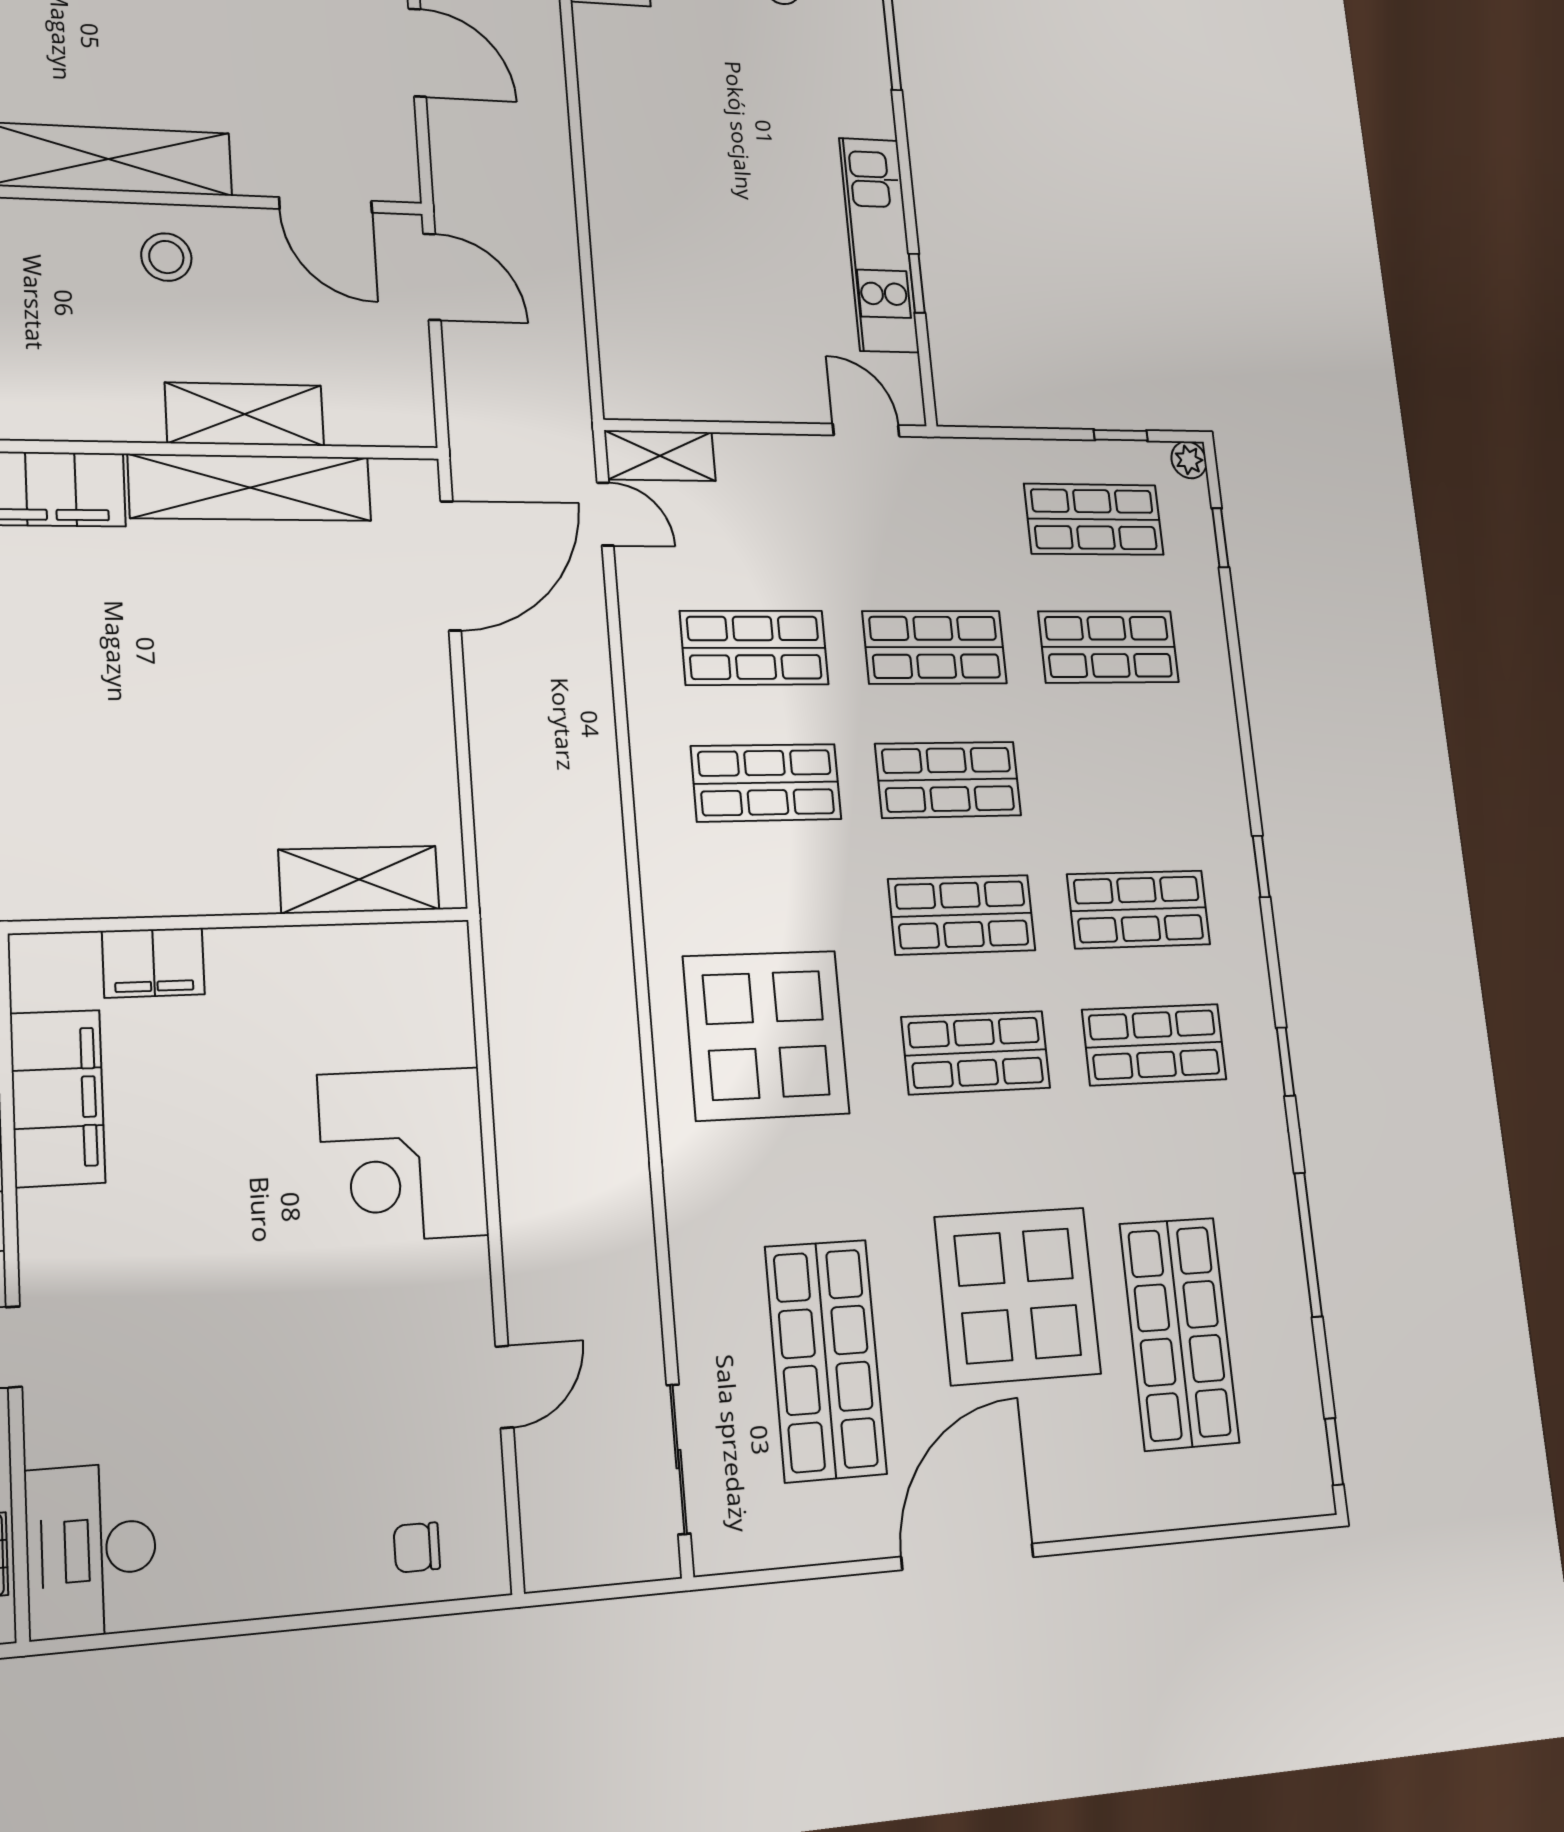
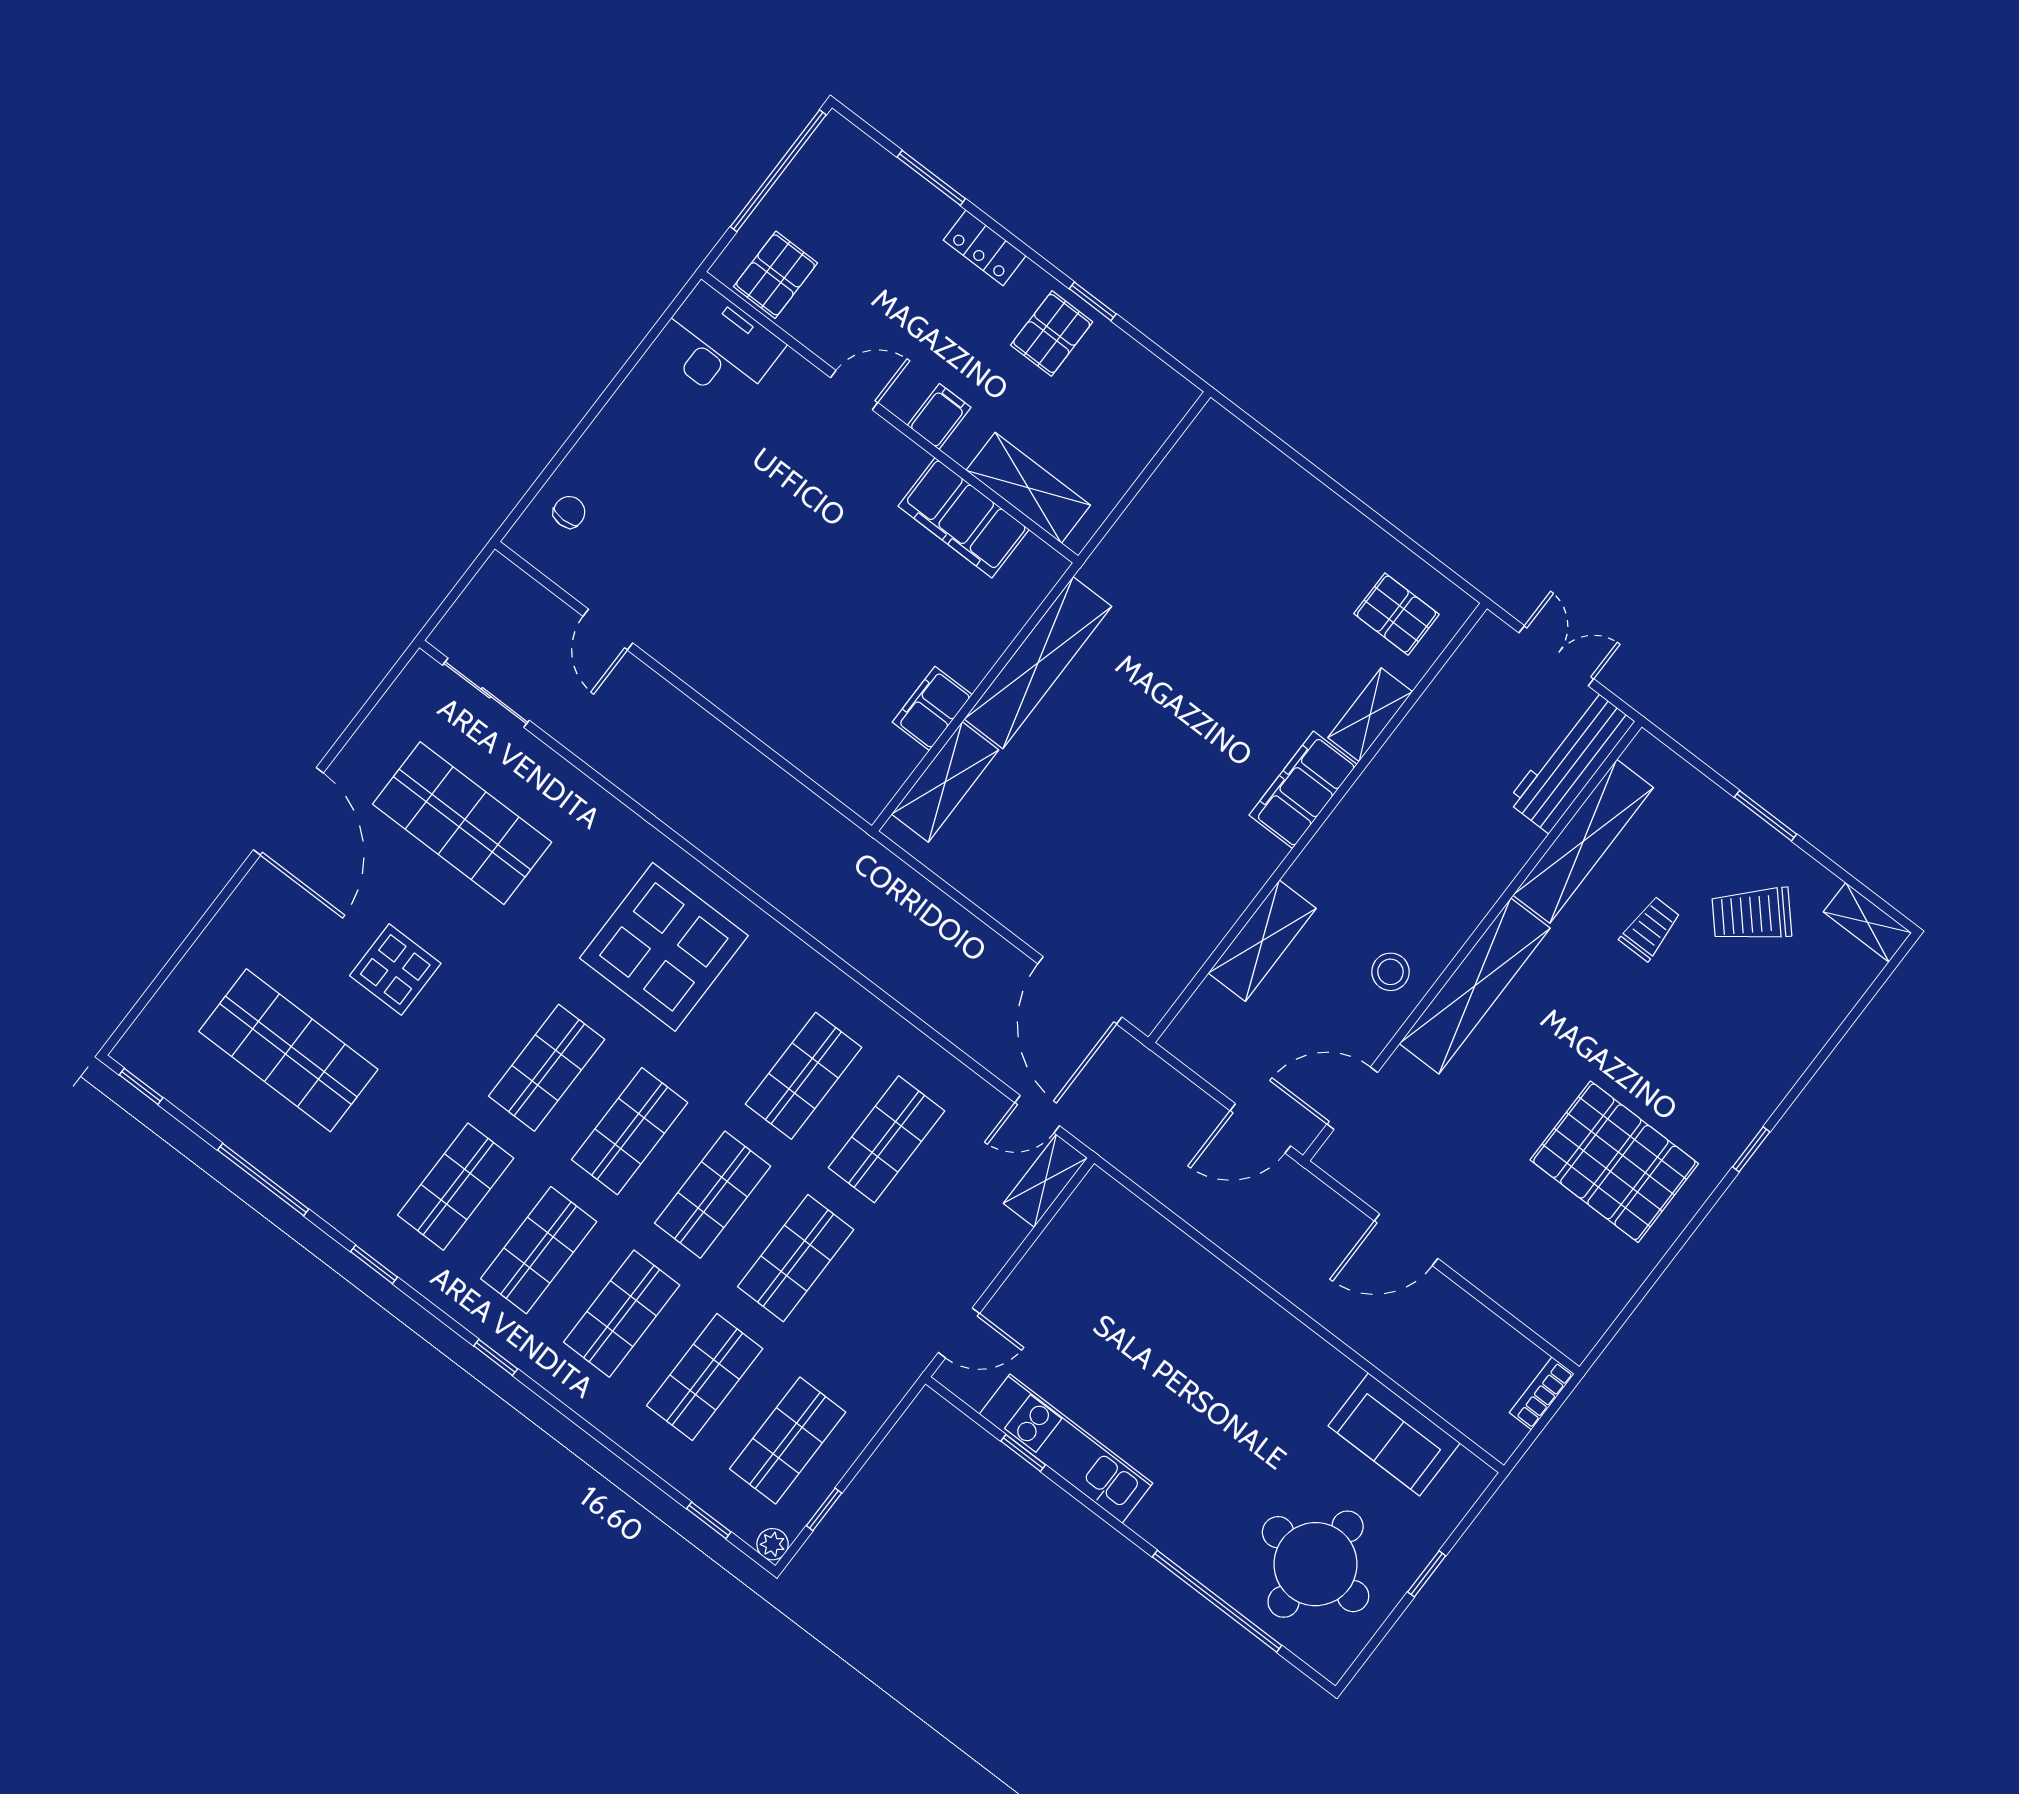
shelving: (250, 487) -> (1038, 663), moved
shop shelf: (1123, 777) -> (622, 1314), added
filing cabinet: (153, 963) -> (932, 708), moved
corner desk: (403, 1155) -> (776, 679), removed
display table: (1018, 1296) -> (395, 969), width x0.54, depth x0.54

